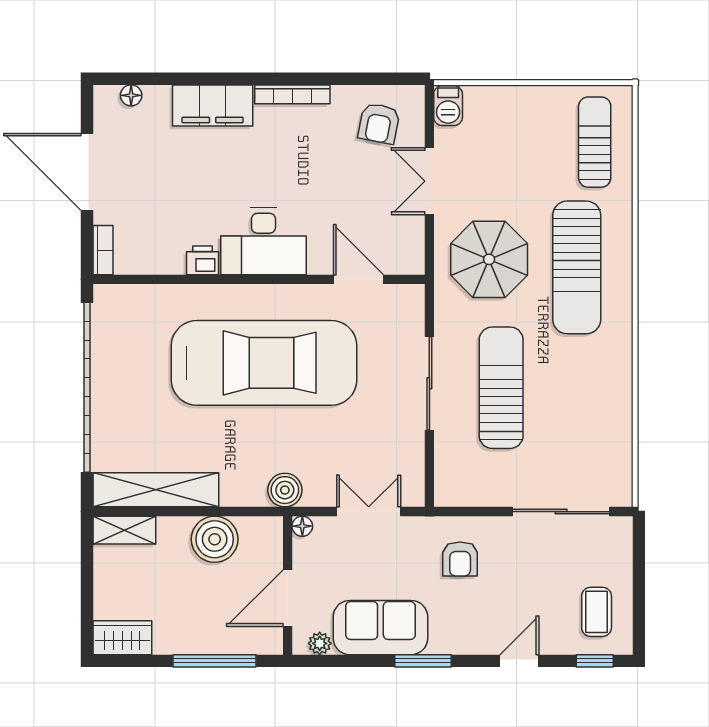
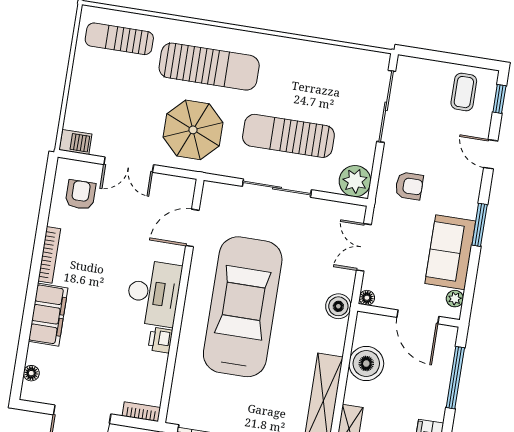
armchair: (379, 123) -> (80, 195), turned -101
plant: (455, 486) -> (355, 181), added
coffee table: (597, 612) -> (464, 92), turned 90

